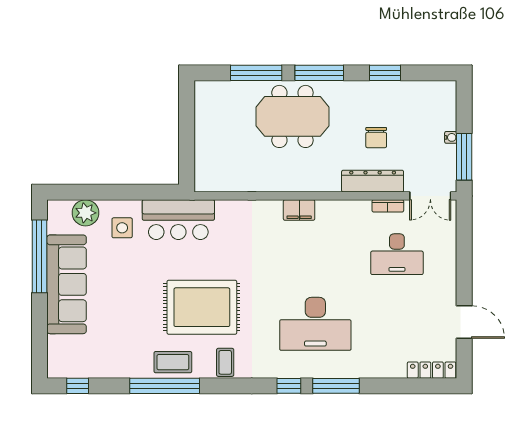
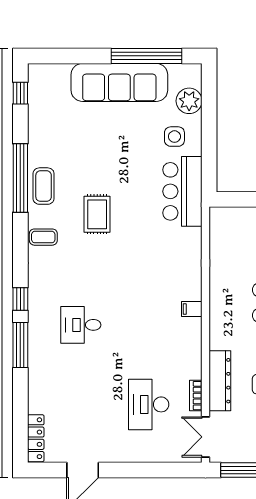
filing cabinet: (299, 210) -> (192, 309), width x0.50
rug: (202, 307) -> (97, 214), width x0.54, depth x0.49
desk: (315, 324) -> (81, 325), width x0.53, depth x0.77

